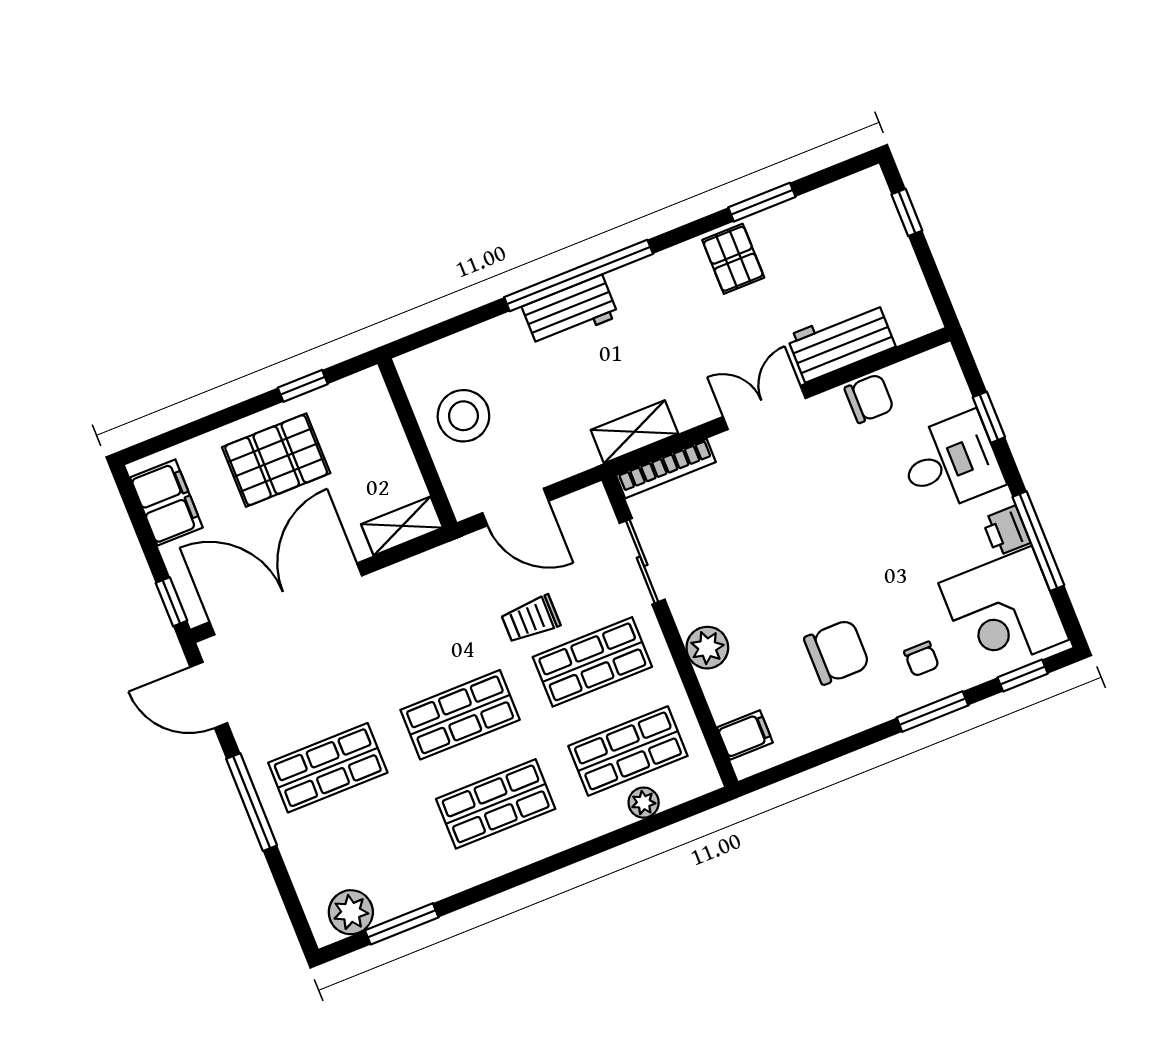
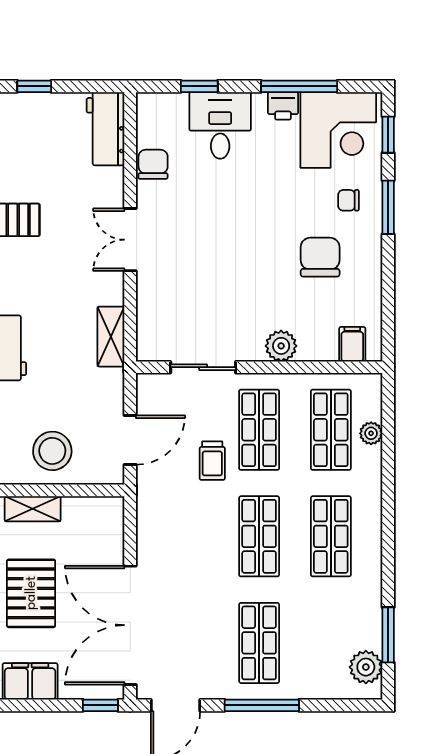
workbench: (841, 341) -> (106, 129), moved
bookcase: (666, 469) -> (145, 325), removed
shelving: (402, 526) -> (33, 509), moved, turned 90
chair: (921, 659) -> (348, 200), turned 180

